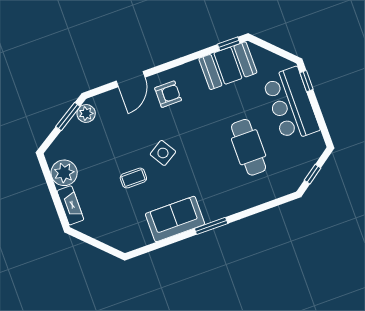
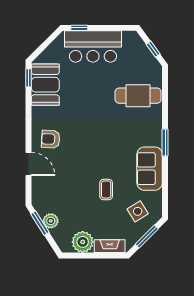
armchair: (168, 94) -> (51, 139), turned -87
plant: (86, 113) -> (51, 221), moved
cafe table: (249, 147) -> (138, 96), moved
side table: (163, 153) -> (138, 211), moved
window: (97, 244) -> (147, 236), added

